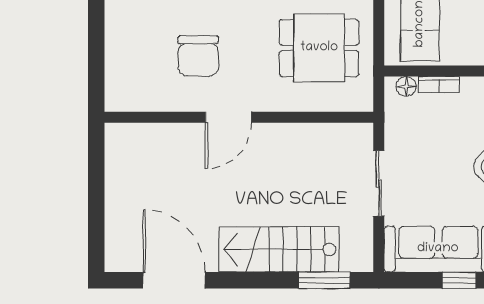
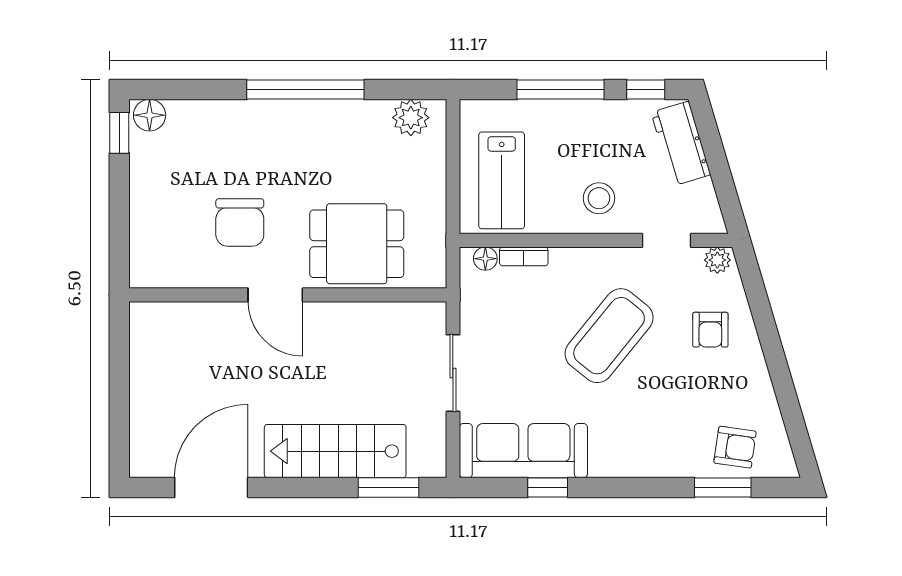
dining table: (319, 48) -> (357, 244), moved
door: (228, 117) -> (275, 295), hinge flipped
door: (174, 280) -> (211, 487), hinge flipped

